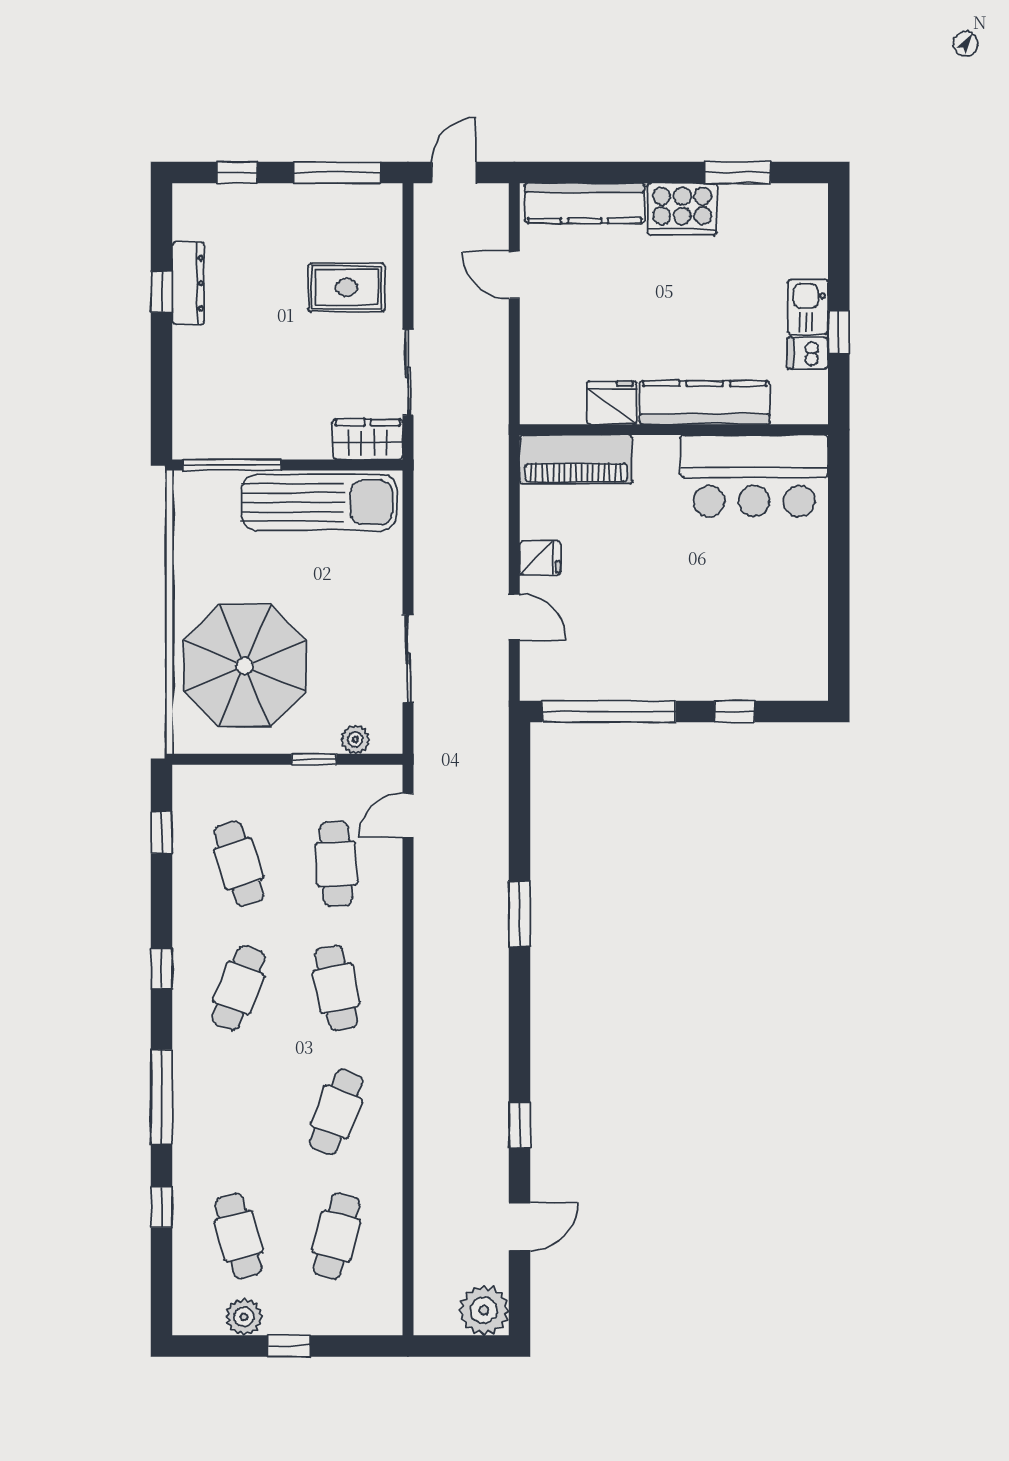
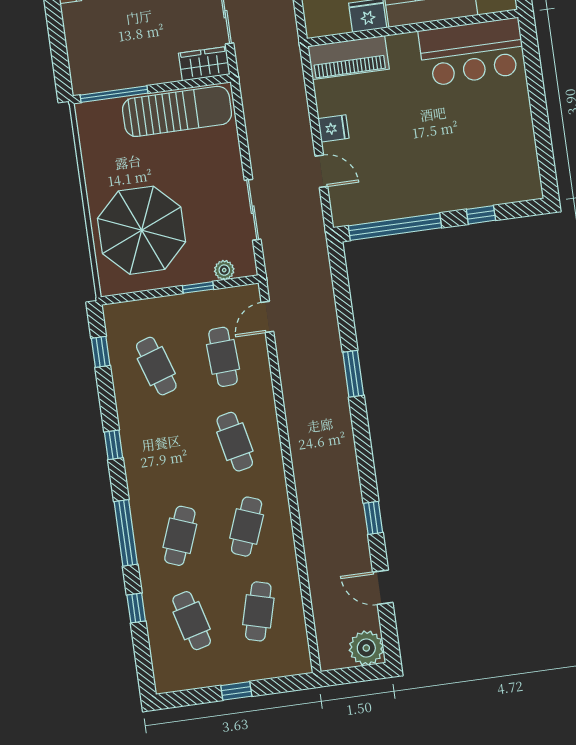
cafe table: (239, 988) -> (180, 536), moved
door: (520, 1226) -> (383, 587), swing flipped
plant: (244, 1317) -> (203, 675), removed

